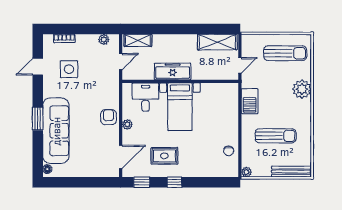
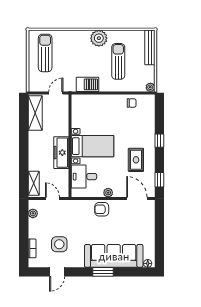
door: (240, 65) -> (56, 93), hinge flipped
door: (38, 67) -> (57, 272), hinge flipped
plant: (302, 89) -> (99, 38), moved
window: (174, 182) -> (159, 141), moved

